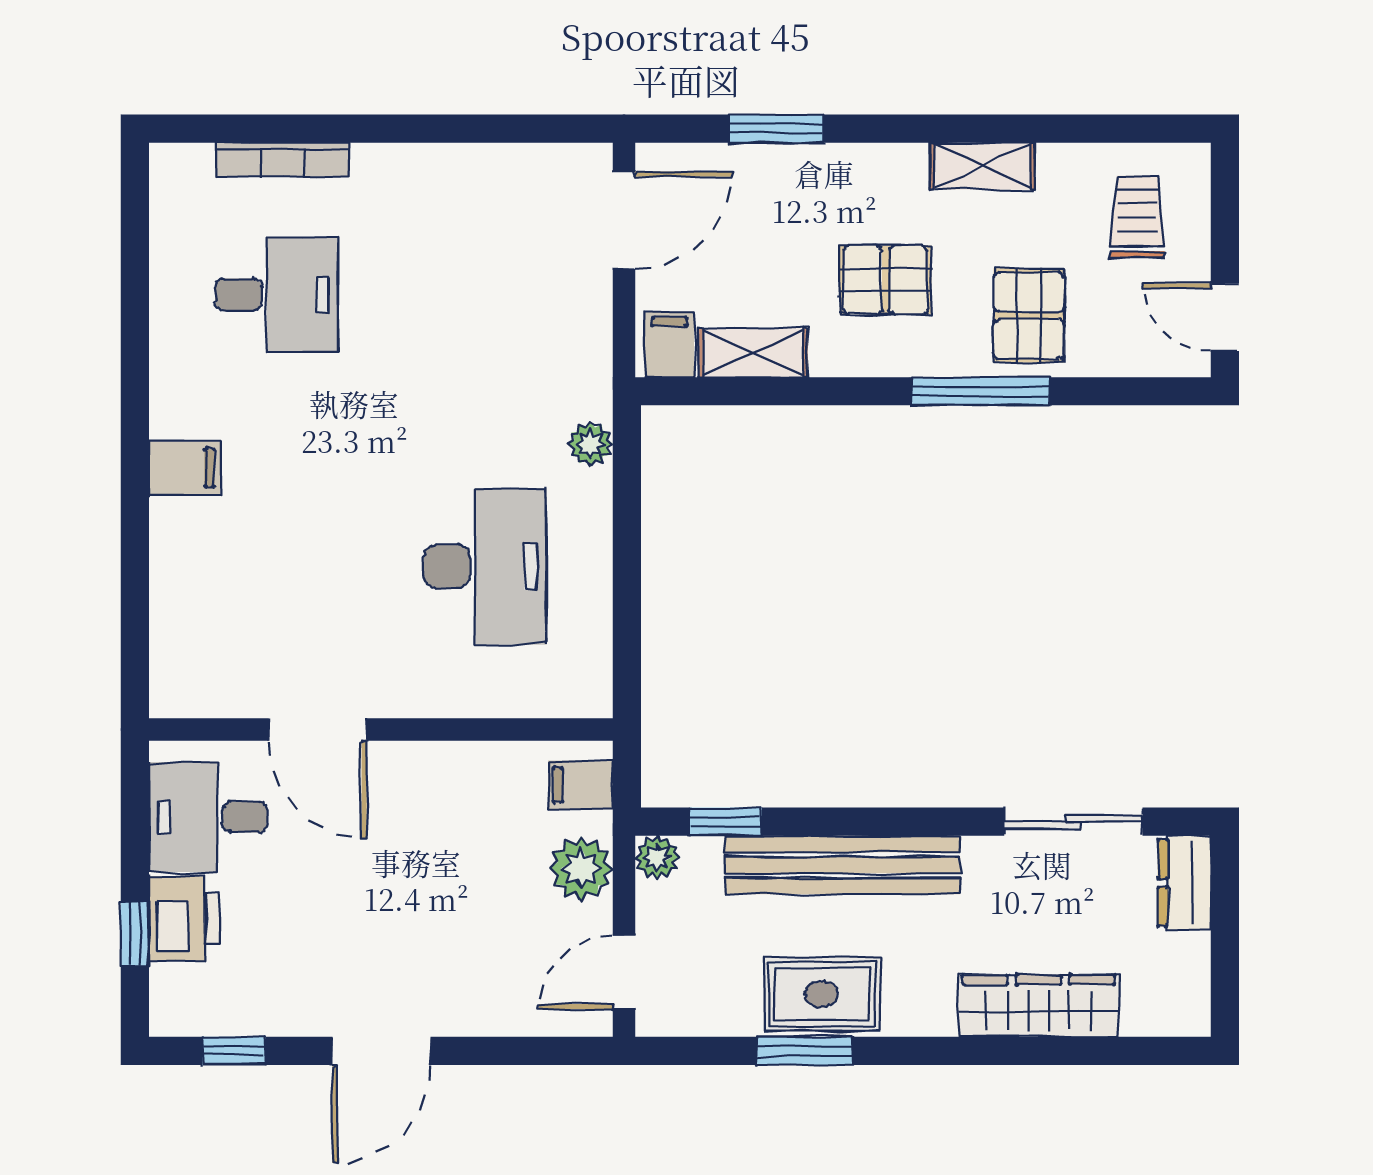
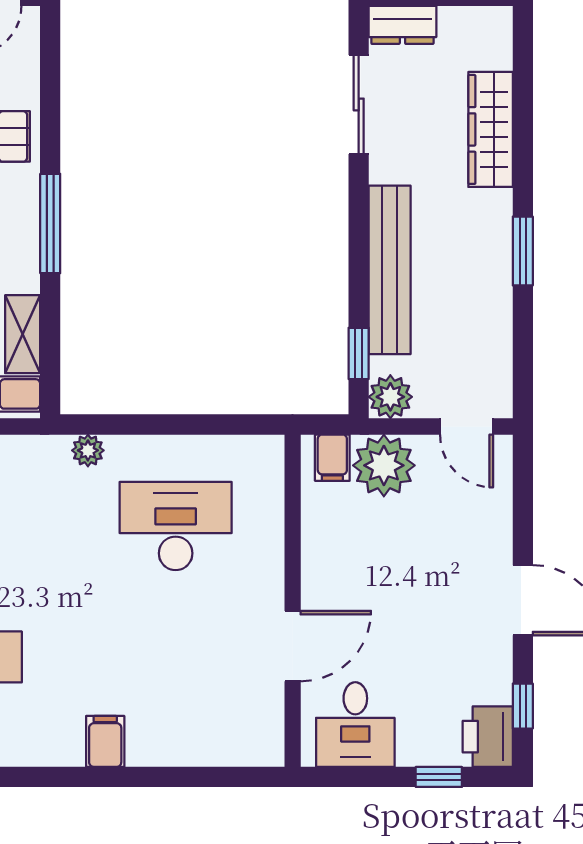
window: (981, 391) -> (50, 224), moved
plant: (657, 858) -> (390, 397), width x1.38, depth x1.38
plant: (581, 868) -> (384, 465), width x1.36, depth x1.36
printer: (184, 919) -> (488, 737), moved, turned -90
rug: (822, 994) -> (482, 285), removed
window: (805, 1051) -> (523, 251), moved

